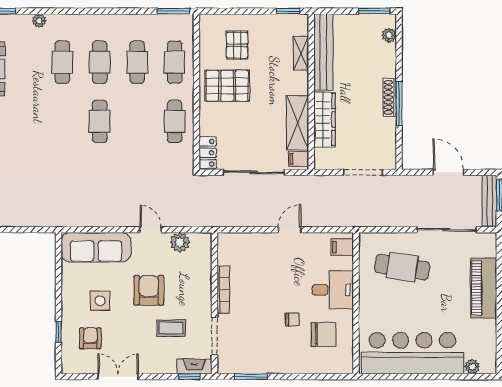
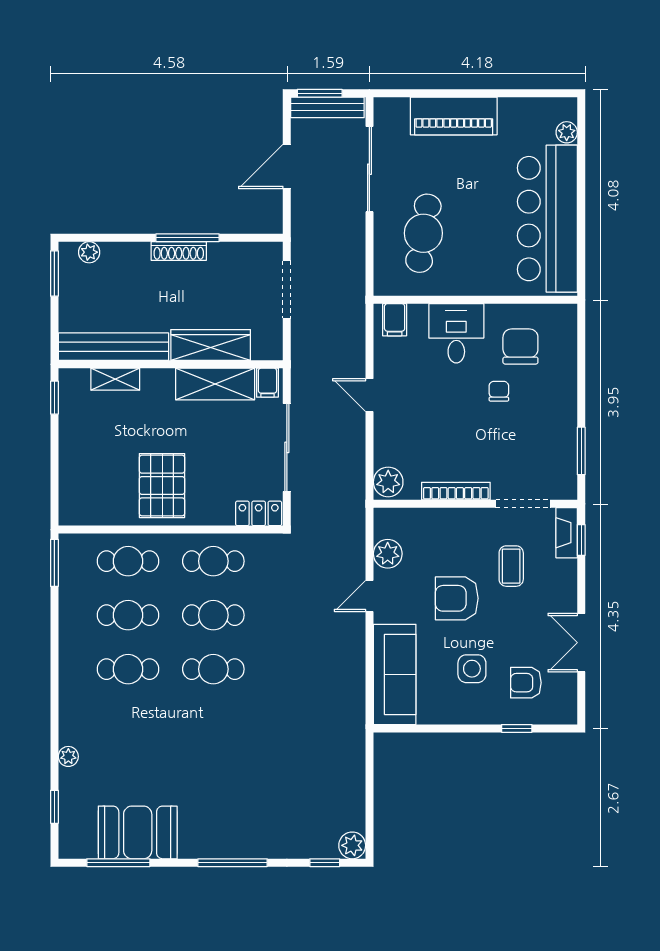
pallet: (237, 45) -> (104, 471), removed
cafe table: (62, 62) -> (213, 615), moved
plant: (230, 243) -> (388, 482), added

